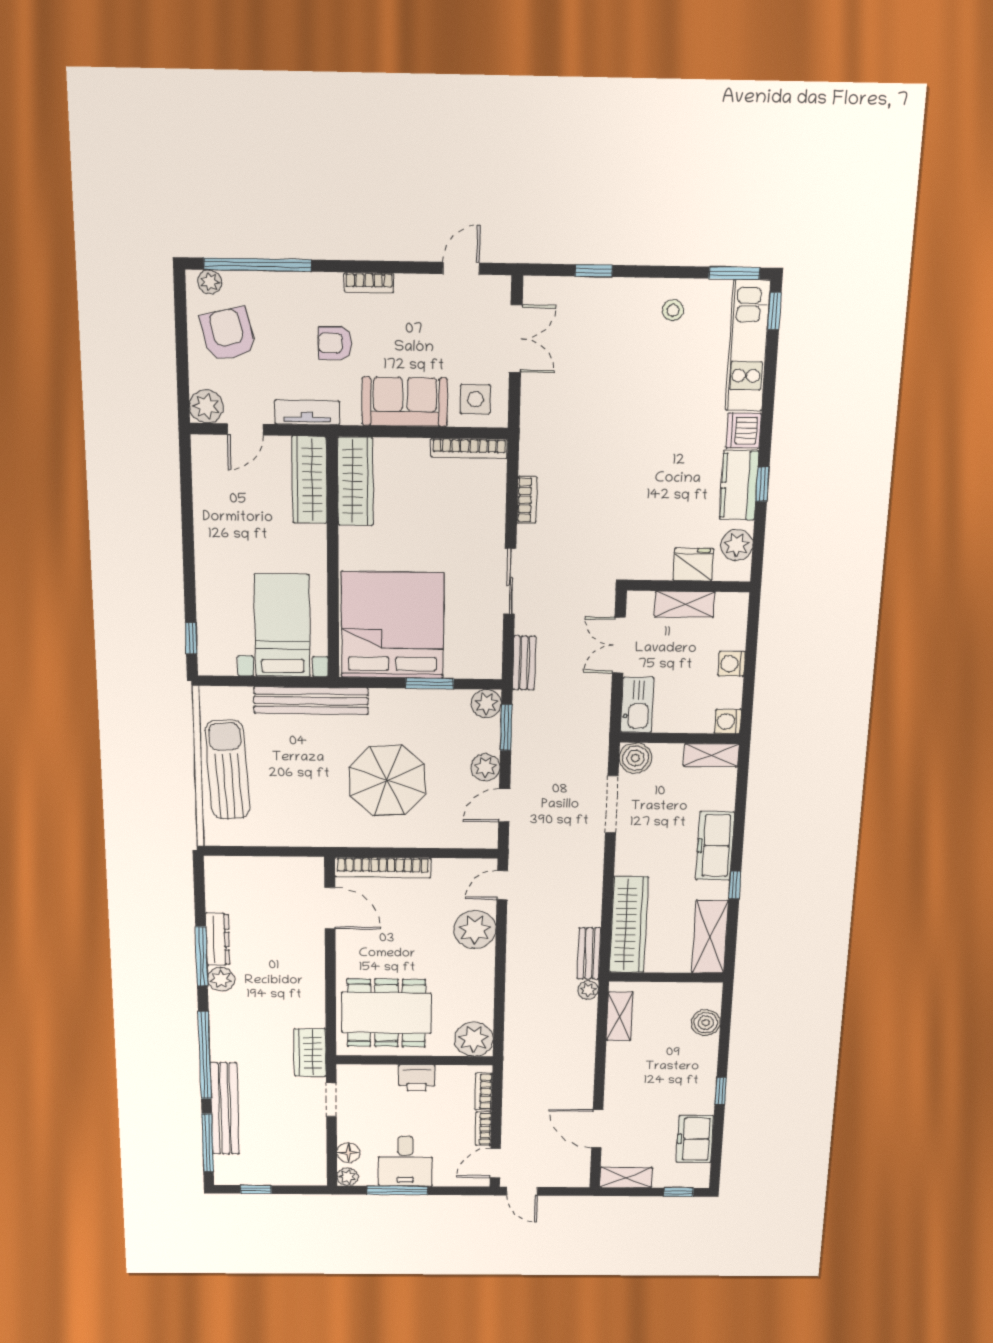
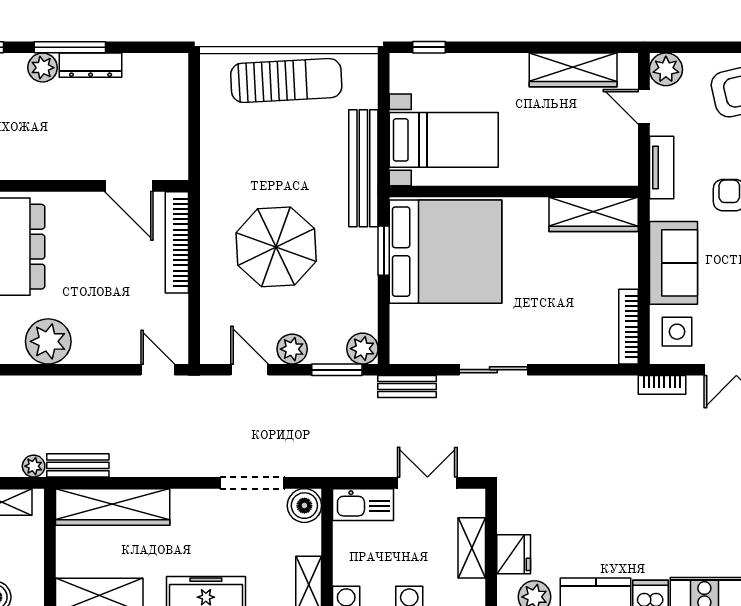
wardrobe: (309, 480) -> (573, 70), moved, turned 180
bookcase: (527, 500) -> (662, 385), moved
window: (430, 683) -> (384, 251), moved
door: (330, 908) -> (129, 186), hinge flipped
plant: (475, 929) -> (48, 341), moved

